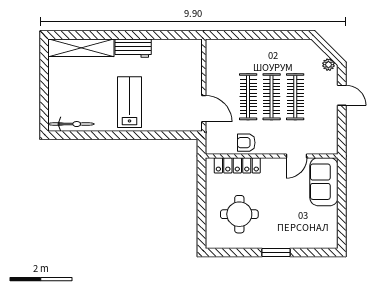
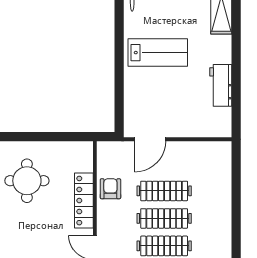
workbench: (133, 48) -> (221, 85), moved
locker: (237, 165) -> (84, 201), moved

